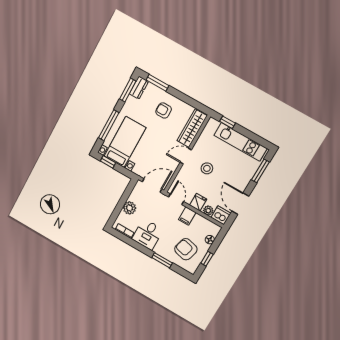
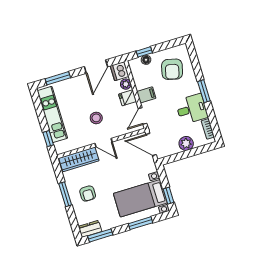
window: (157, 83) -> (65, 194), moved
window: (109, 125) -> (141, 223), width x0.69
window: (207, 259) -> (144, 52), moved
window: (162, 260) -> (204, 91), moved

